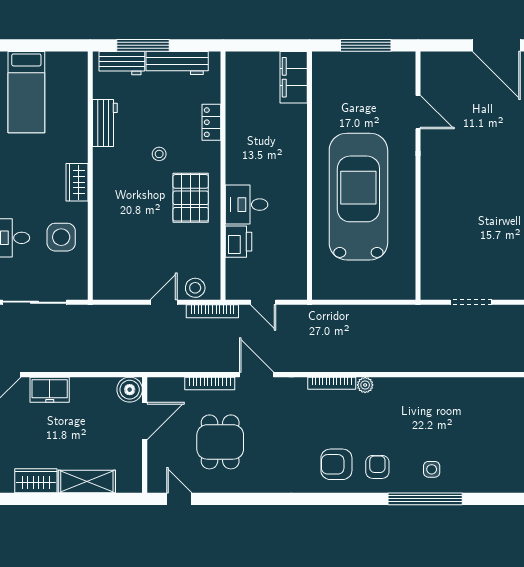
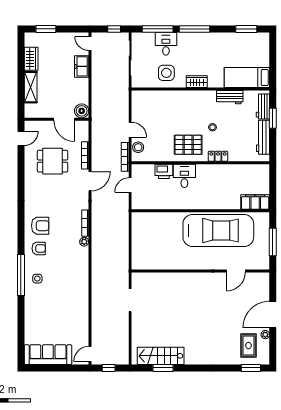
window: (143, 45) -> (273, 118), width x0.69
bed: (26, 92) -> (247, 78), moved
locker: (211, 122) -> (218, 156), moved
car: (358, 197) -> (218, 230), moved
armchair: (336, 464) -> (40, 226), turned 90

